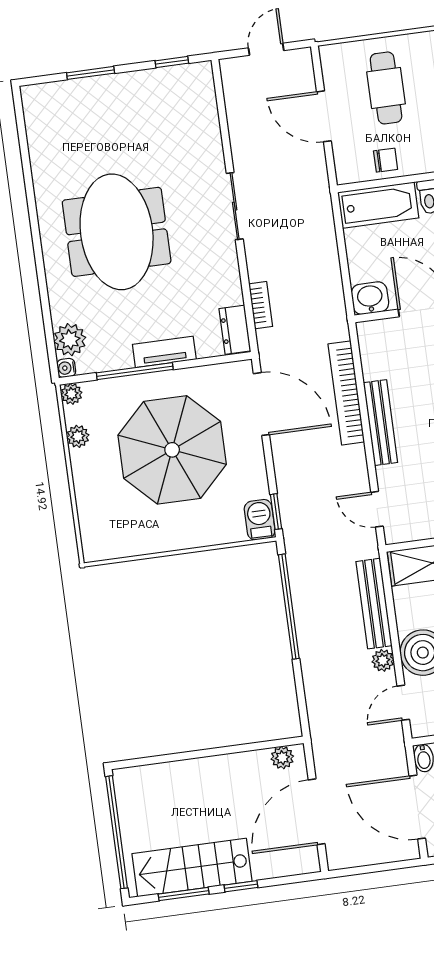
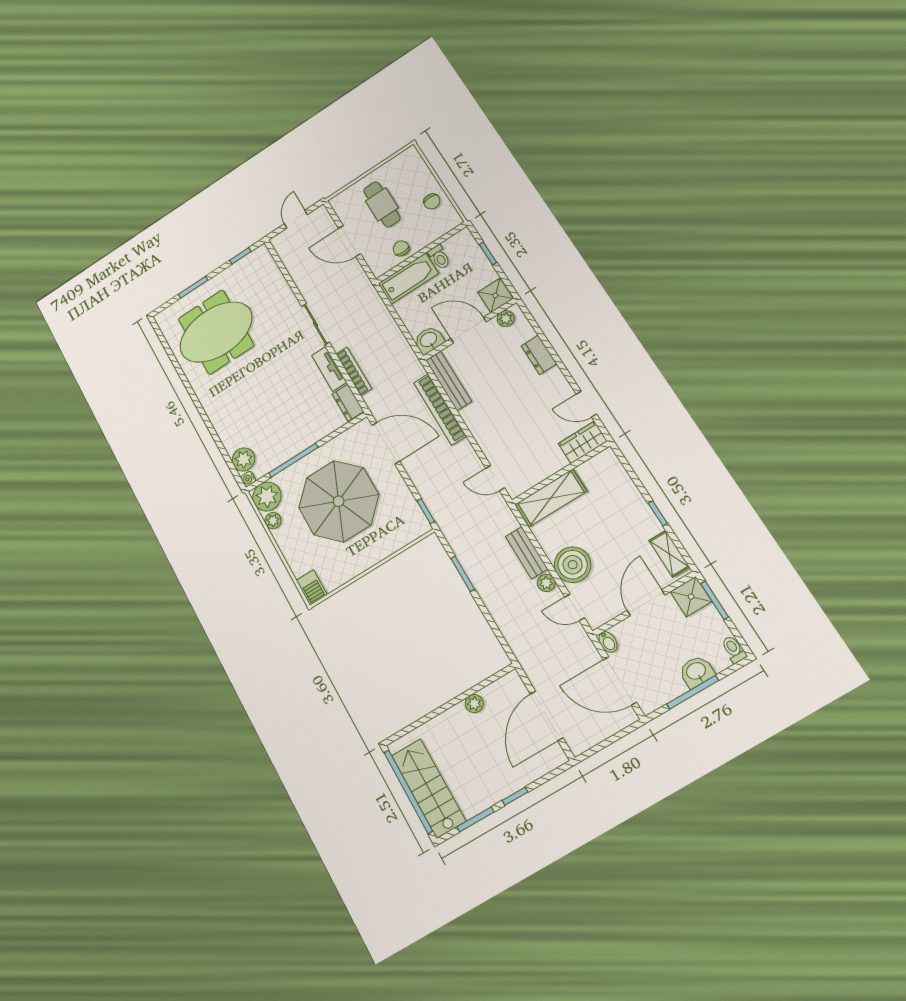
chair: (386, 160) -> (401, 248), turned -90
meeting table: (117, 232) -> (216, 332), moved, turned 90
bookcase: (261, 305) -> (354, 371), width x1.56
tv unit: (164, 352) -> (329, 369), moved, turned -90
plant: (71, 394) -> (267, 496), width x1.88, depth x1.88
bench: (381, 423) -> (449, 381), moved
barbecue: (260, 520) -> (312, 587), moved, turned 180
bench: (374, 604) -> (527, 553), width x0.73
window: (289, 607) -> (463, 574), width x0.47
door: (403, 703) -> (575, 607), hinge flipped
plant: (282, 758) -> (474, 704), moved
stairs: (192, 867) -> (429, 788), moved, turned 90

